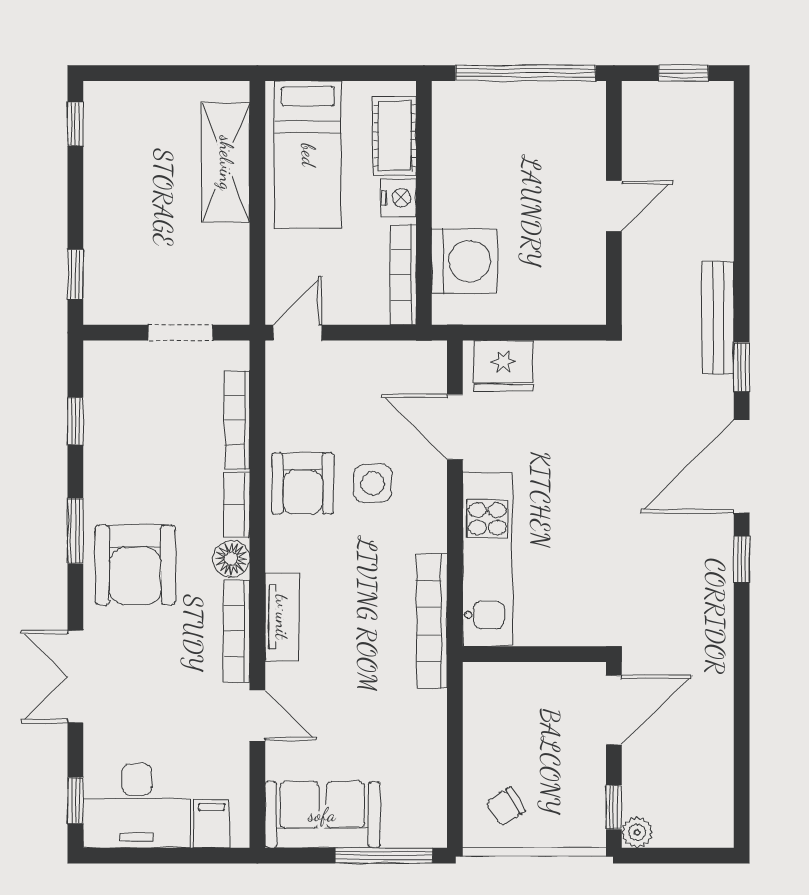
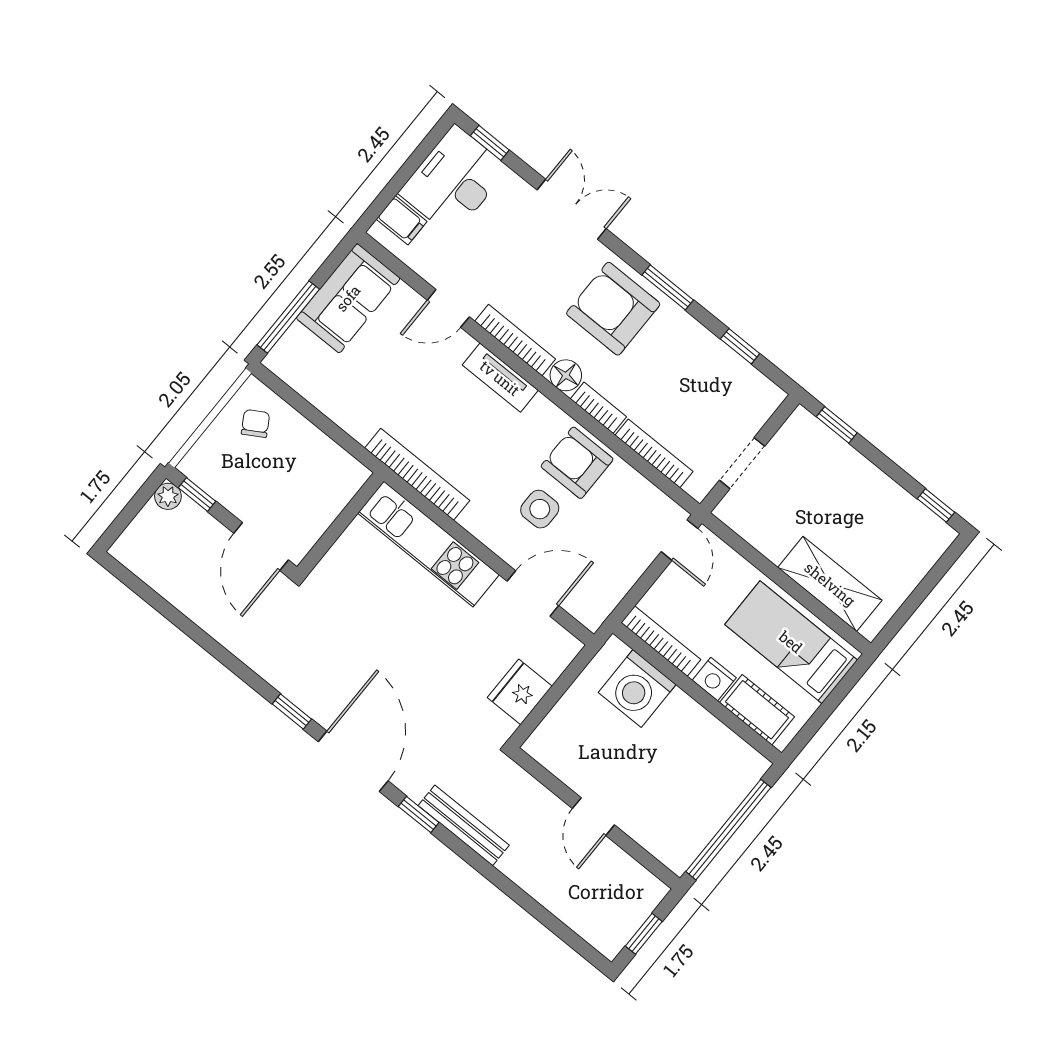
fridge: (503, 366) -> (520, 692), moved

